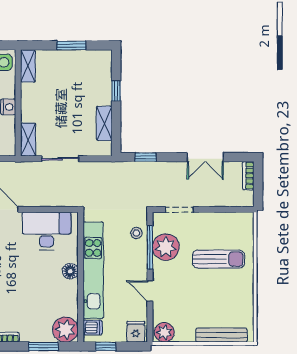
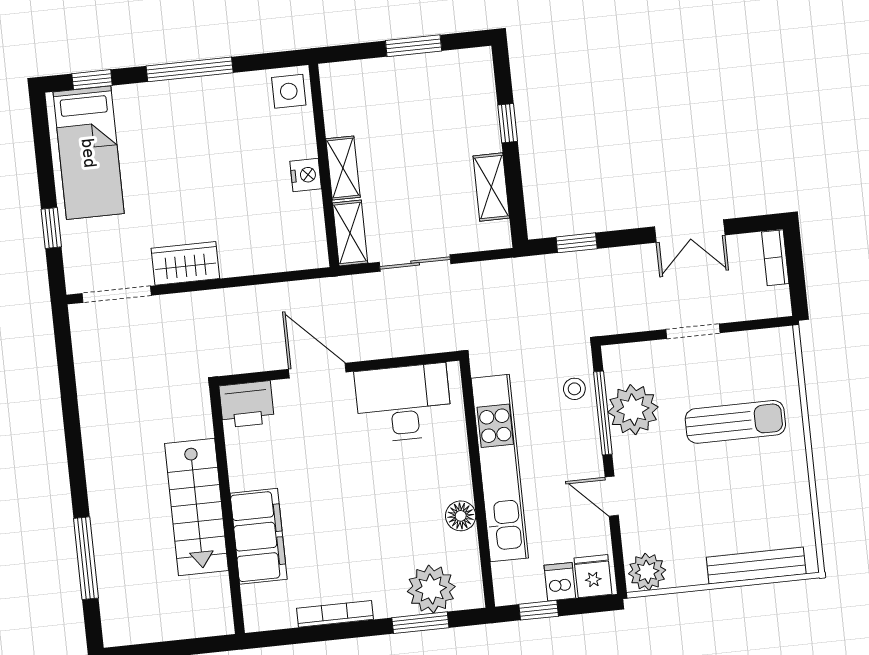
shelving: (28, 66) -> (343, 168), moved
doorway: (179, 209) -> (693, 331), moved
floor lamp: (70, 271) -> (461, 516), moved
dishwasher: (93, 327) -> (560, 582), moved, turned -90
plant: (65, 330) -> (431, 589), moved

